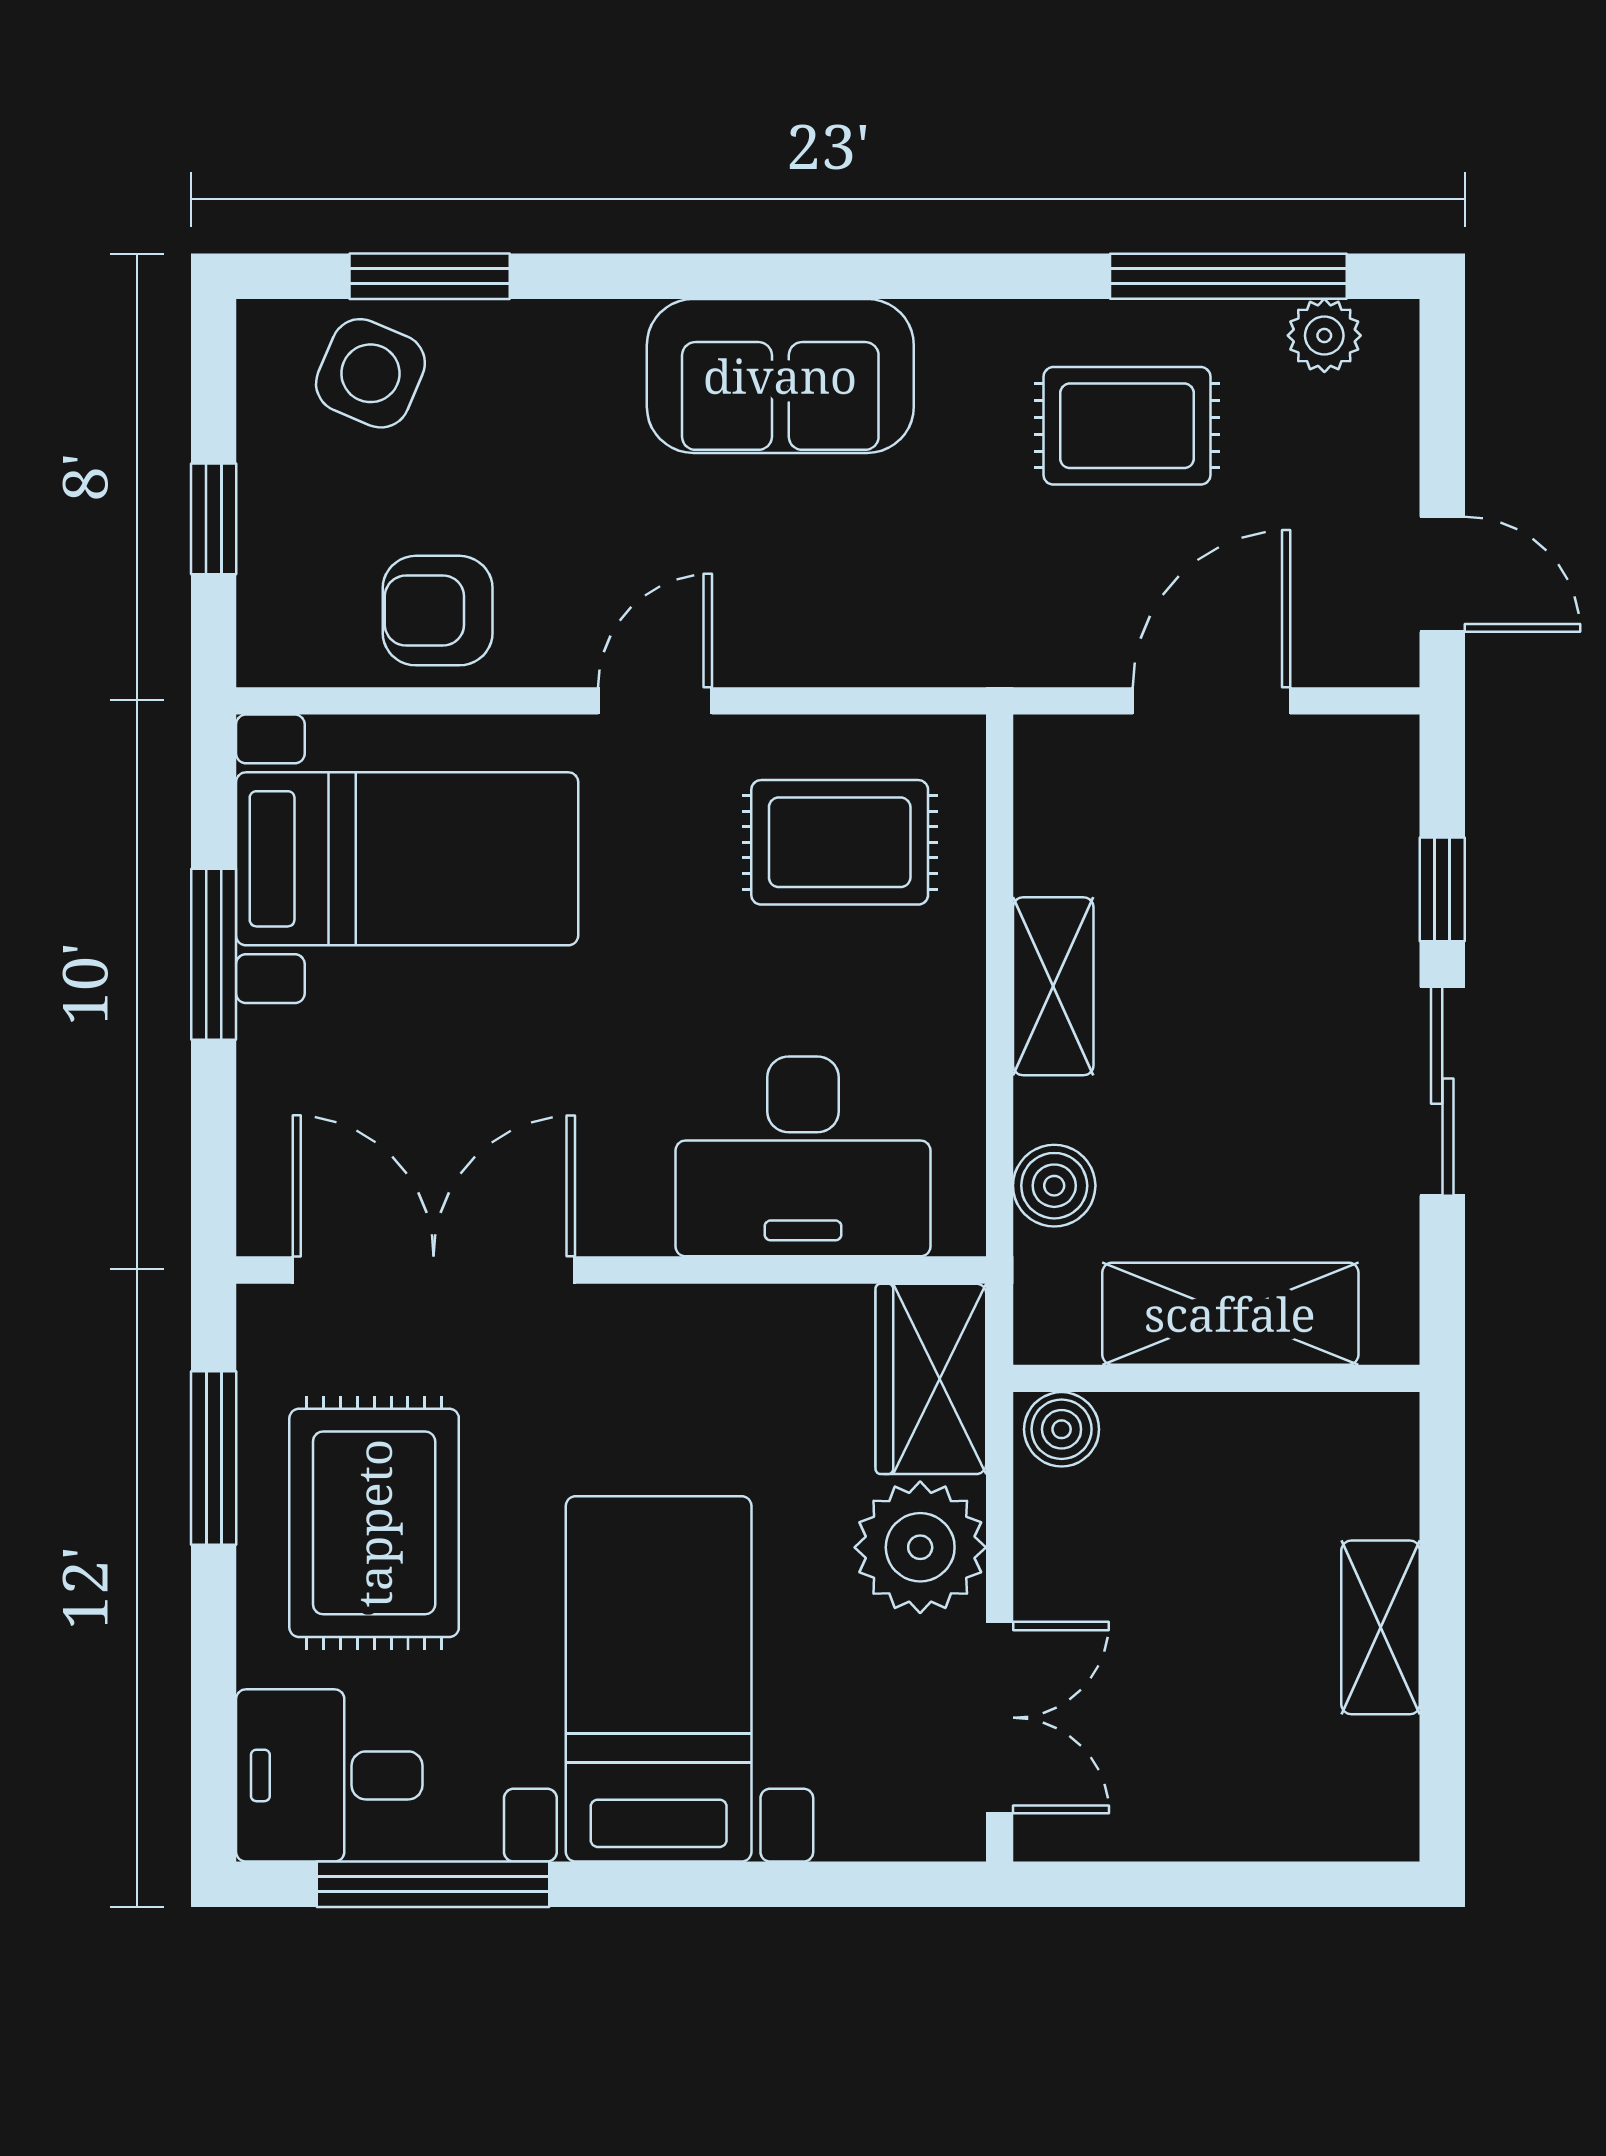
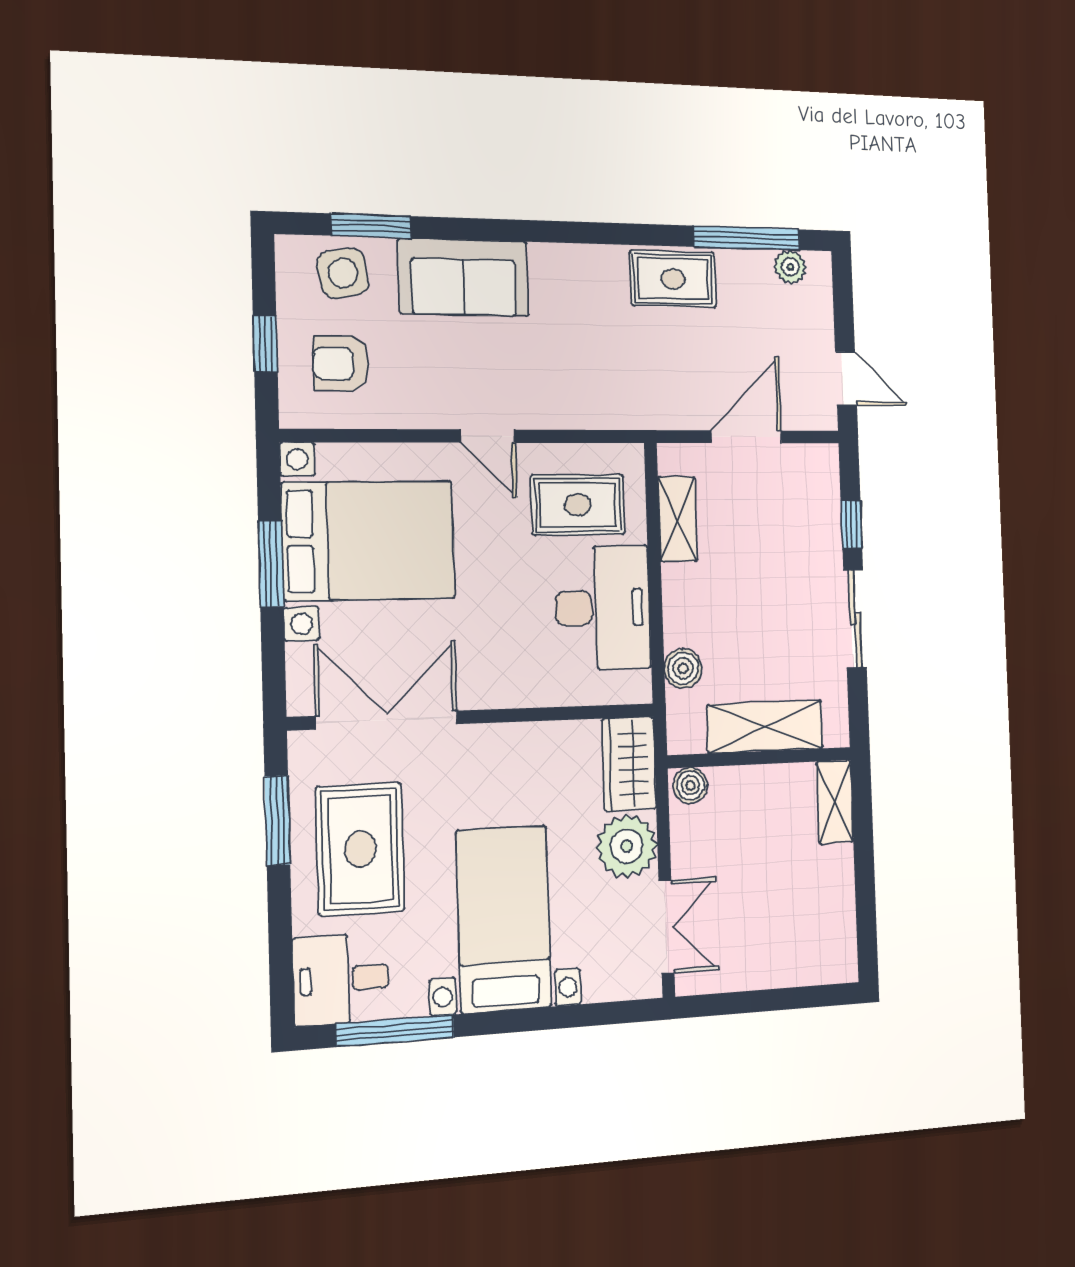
side table: (370, 373) -> (343, 273), turned -32
sofa: (780, 376) -> (464, 277), moved
rug: (1127, 426) -> (673, 279), moved
armchair: (438, 611) -> (341, 364), moved
door: (655, 701) -> (488, 436), swing flipped
bed with nightstands: (407, 859) -> (369, 541), width x1.36
shelving: (1053, 986) -> (678, 519), moved
desk: (803, 1156) -> (603, 608), moved, turned -90
shelving: (1381, 1627) -> (835, 802), moved

